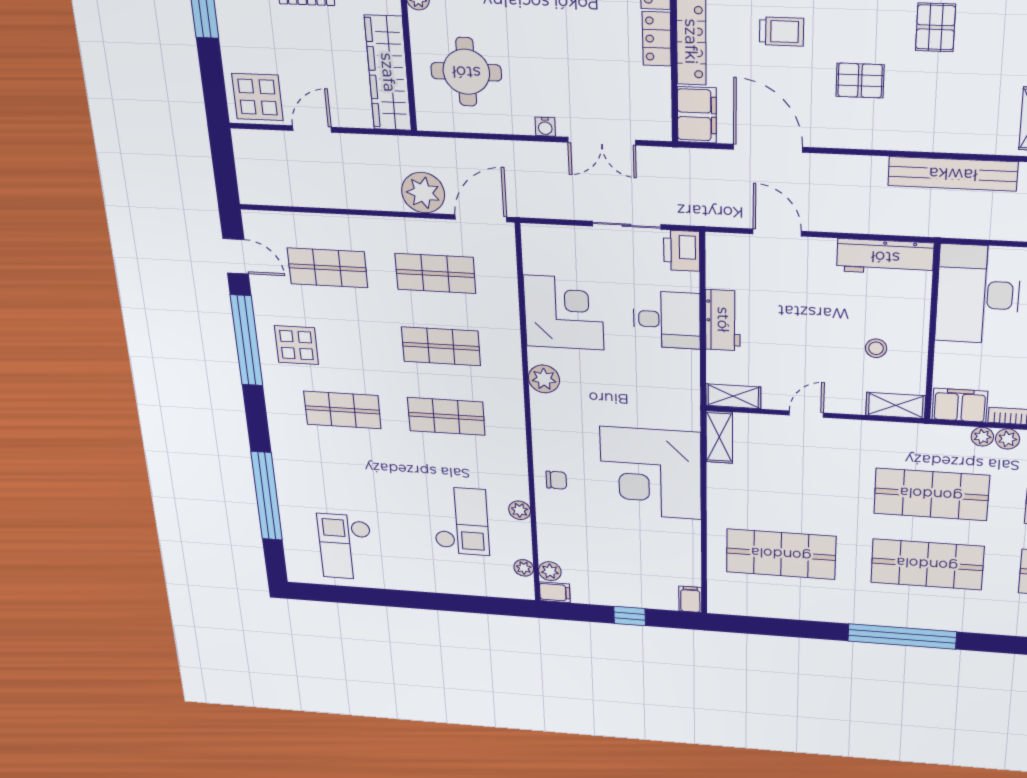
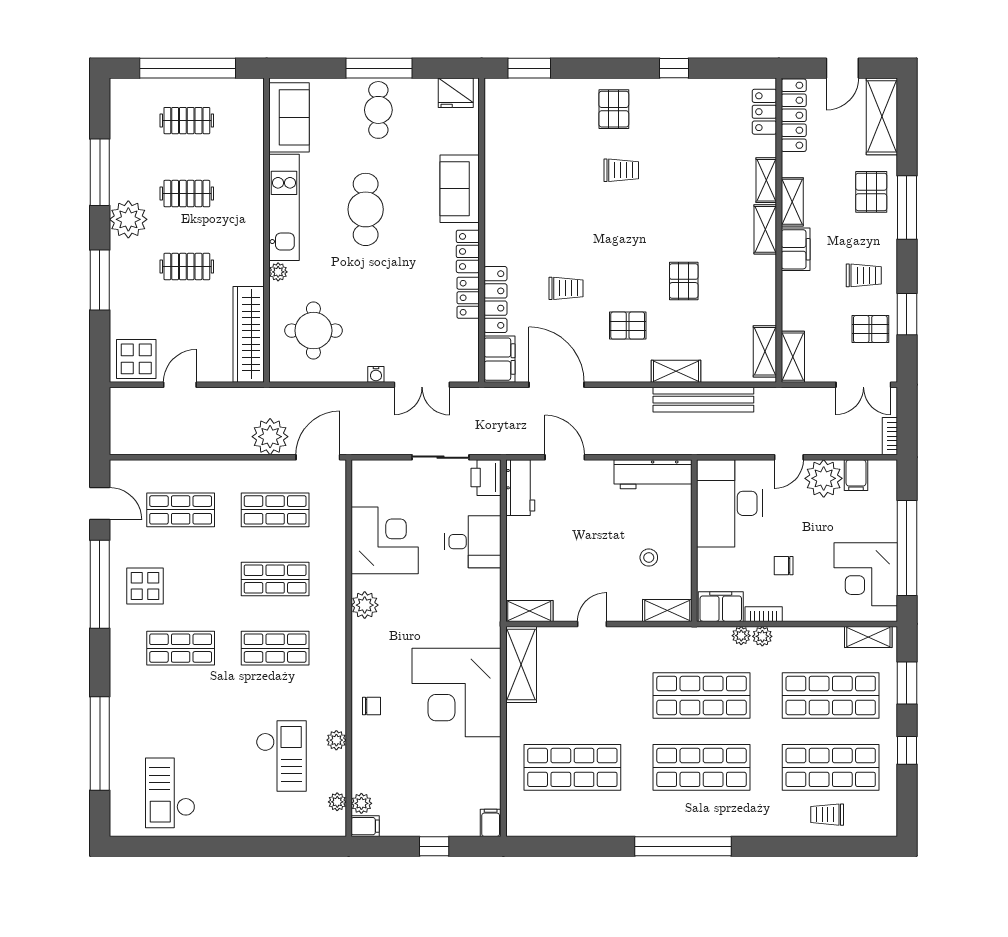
shelving: (920, 139) -> (676, 371), added
workbench: (723, 320) -> (520, 488), moved
shelving: (719, 437) -> (521, 664), width x1.50, depth x1.33

